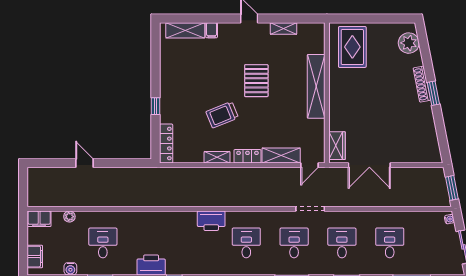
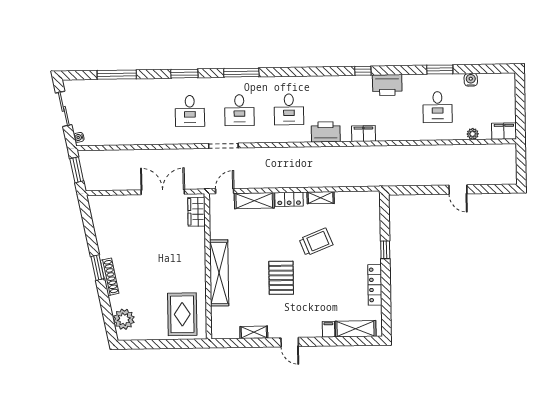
locker: (166, 144) -> (375, 285), moved
desk: (390, 243) -> (140, 112), removed
filing cabinet: (35, 257) -> (363, 134), moved, turned 90

